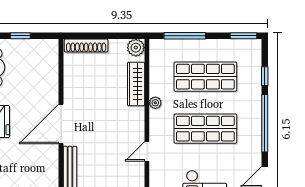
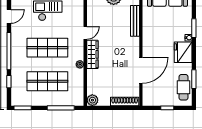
wardrobe: (136, 84) -> (92, 54), moved
door: (61, 124) -> (141, 70), moved

